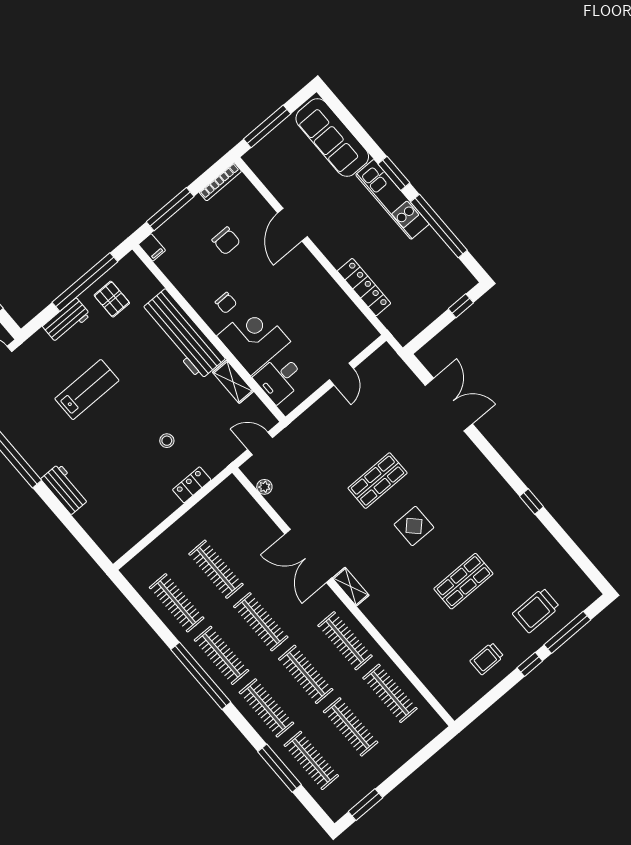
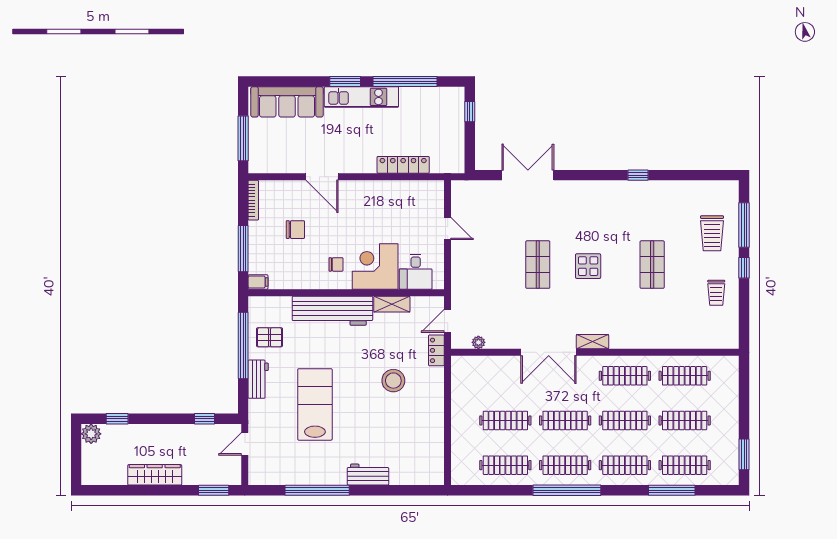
lab bench: (87, 390) -> (315, 404), width x1.36, depth x1.39
stool: (167, 441) -> (393, 381), width x1.89, depth x1.89
locker: (192, 485) -> (436, 350), moved

